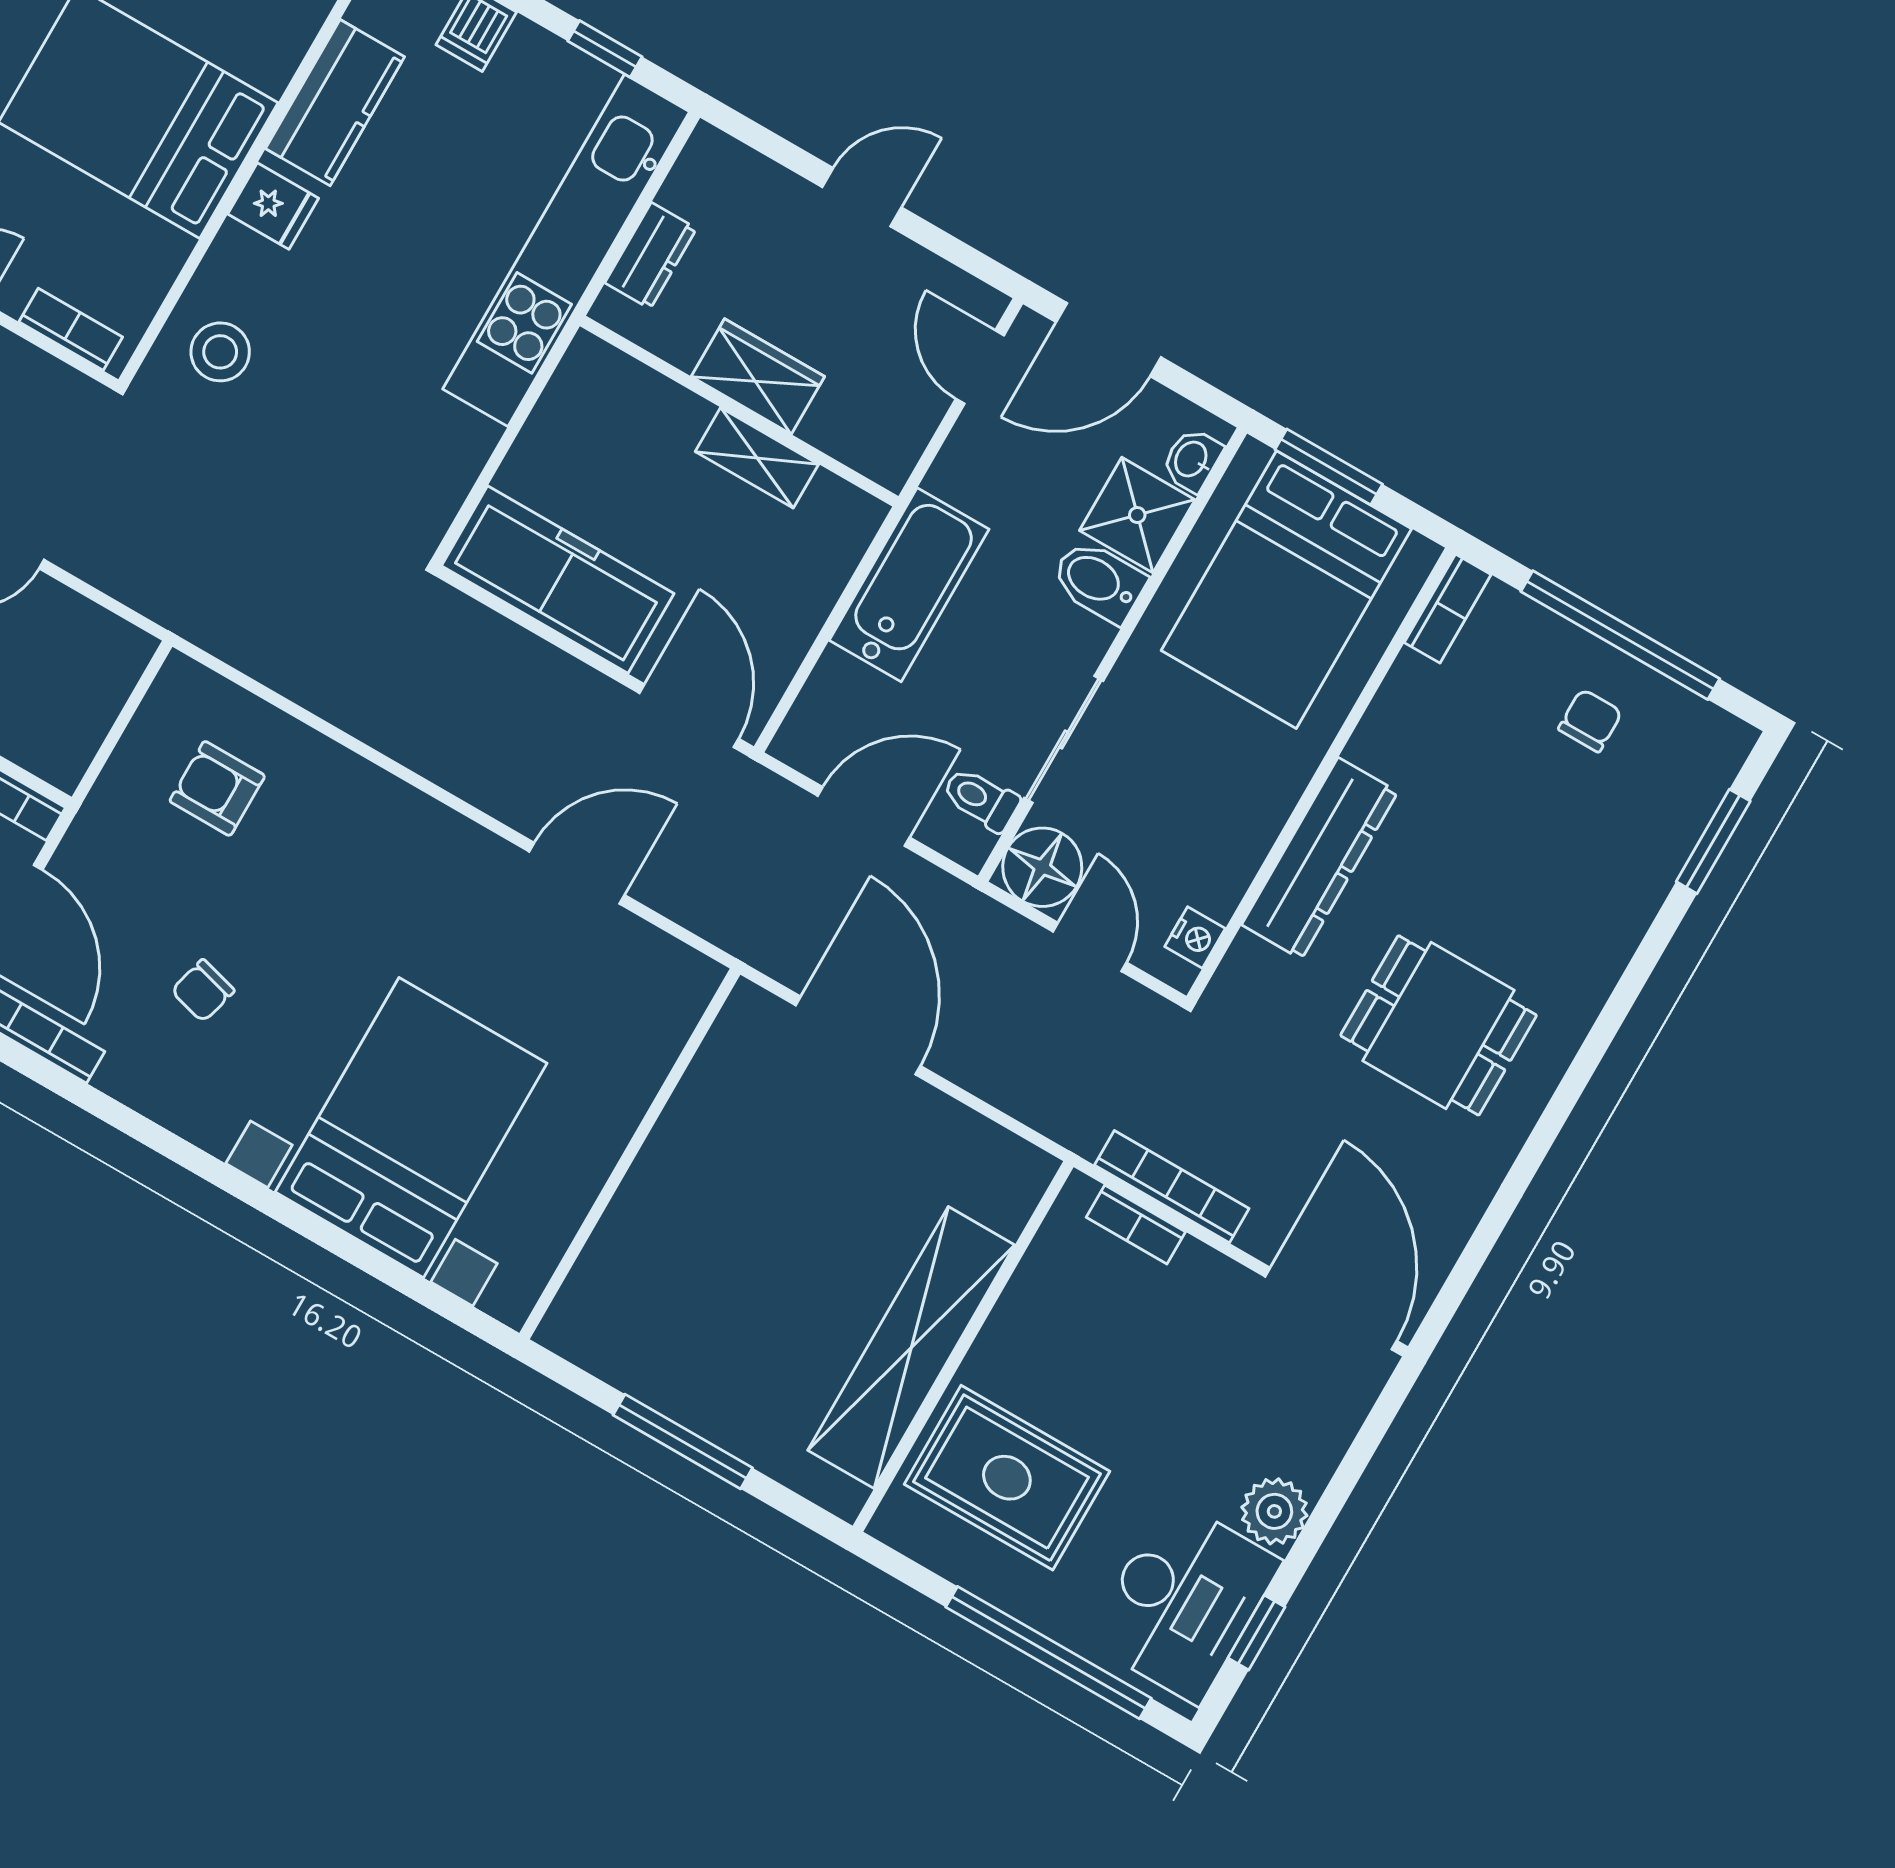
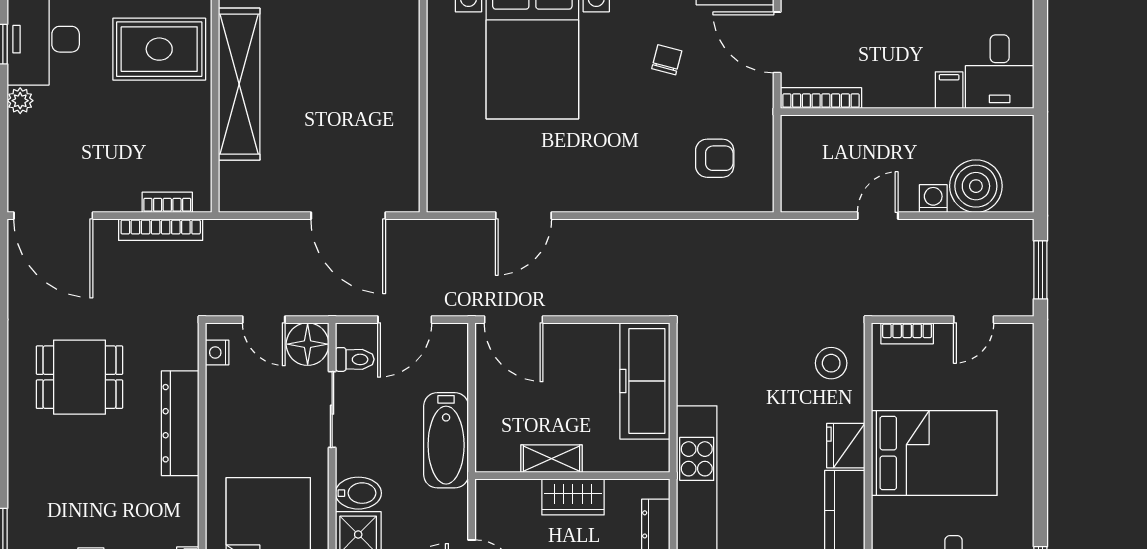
fridge: (273, 206) -> (846, 446), width x1.38
freezer: (558, 580) -> (645, 381), moved, turned 90
plant: (1274, 1511) -> (20, 101), width x0.73, depth x0.73

